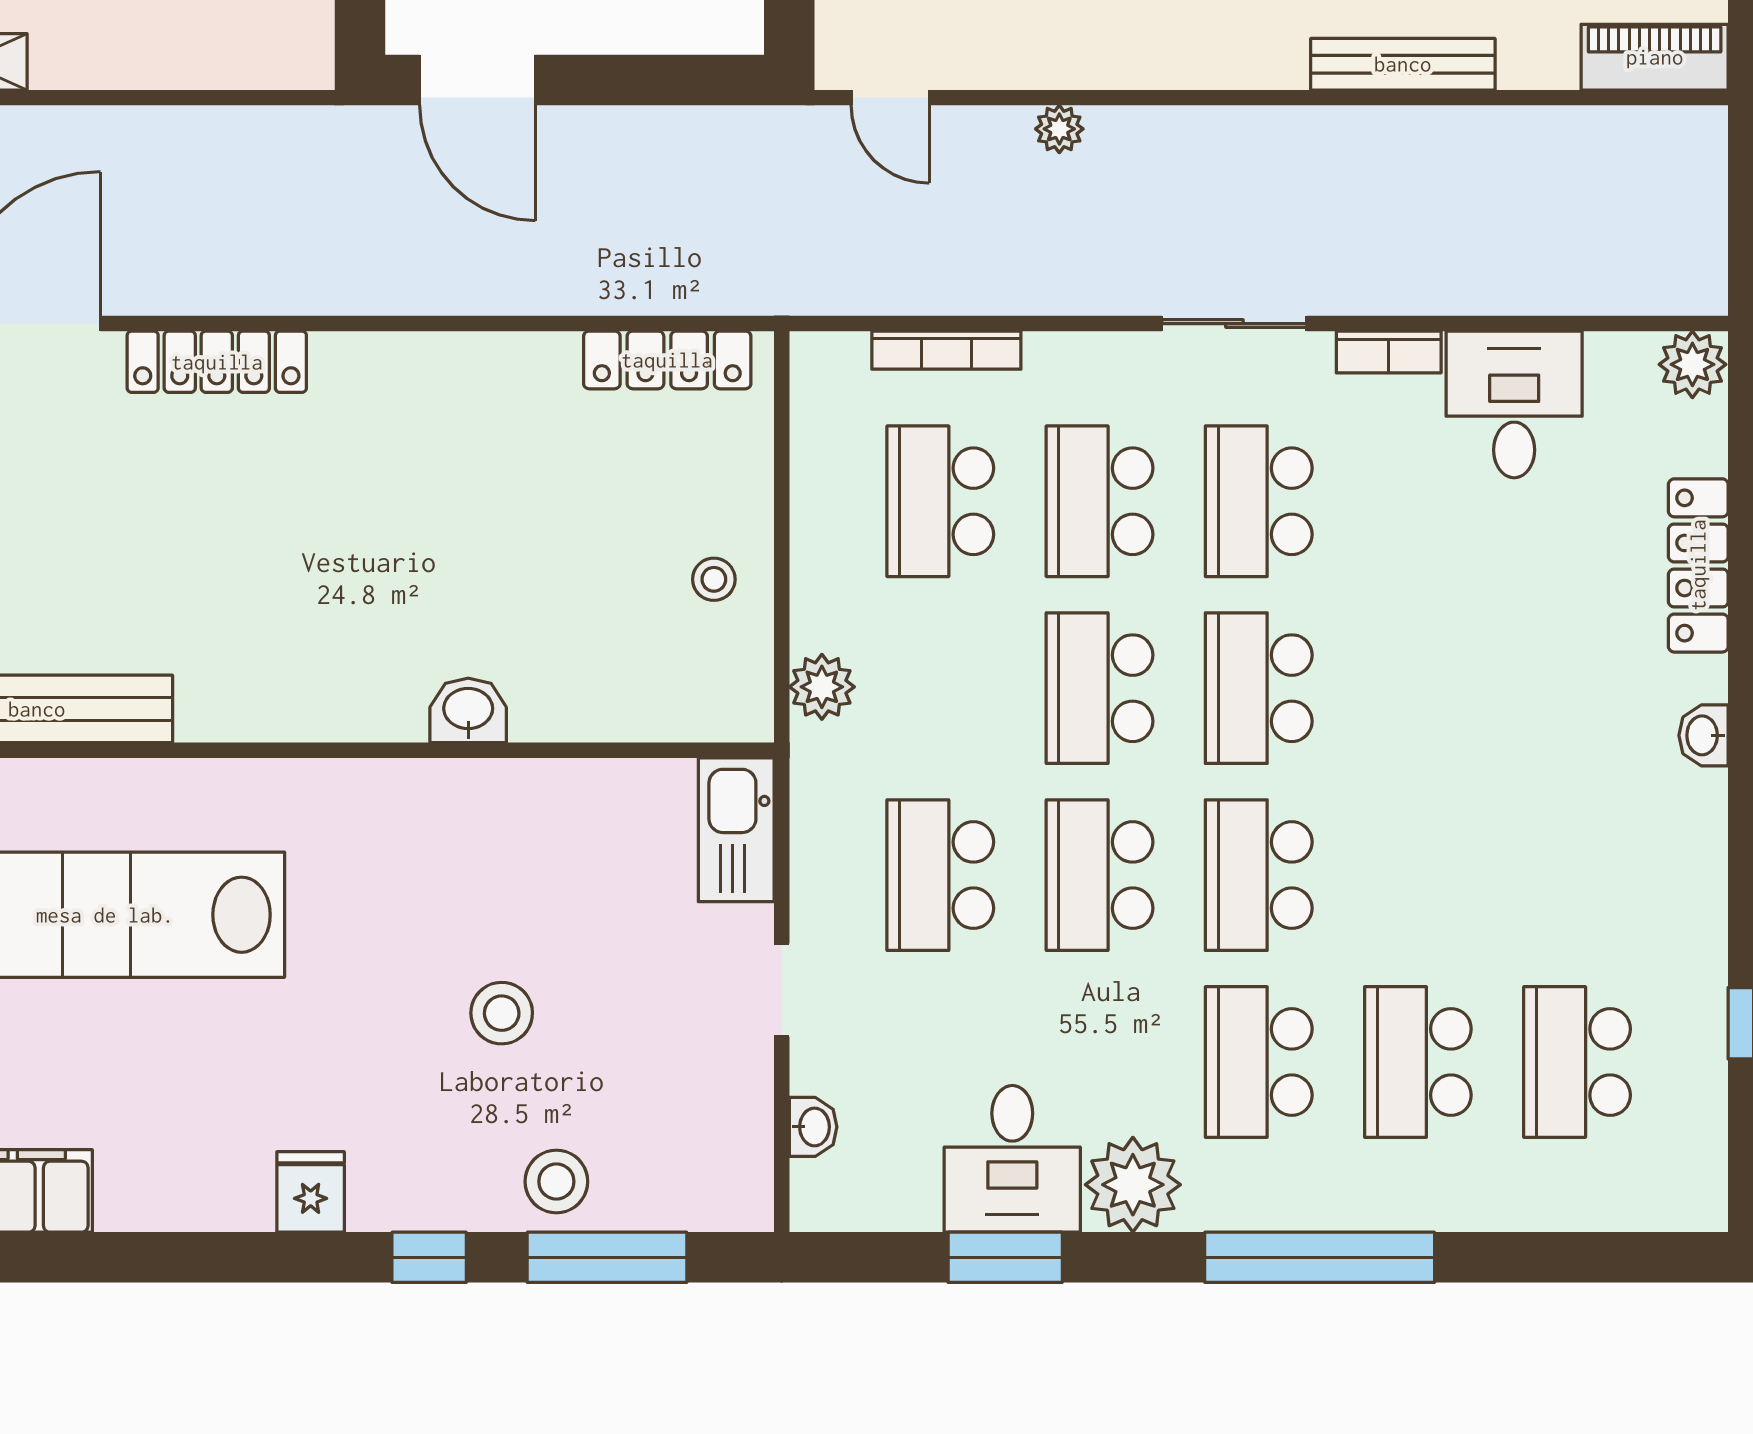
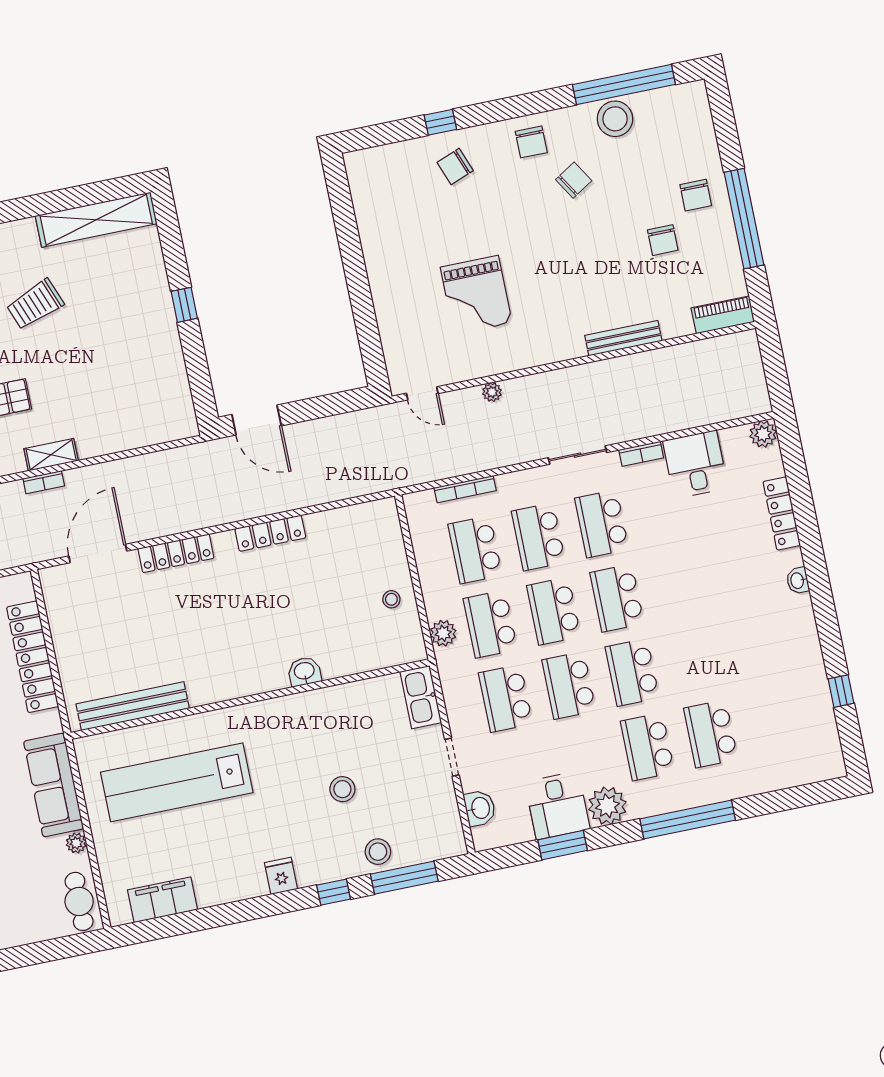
locker: (667, 360) -> (270, 533), moved
school desk: (1577, 1062) -> (490, 624), moved
washbasin: (813, 1127) -> (480, 808), width x1.38, depth x1.45

